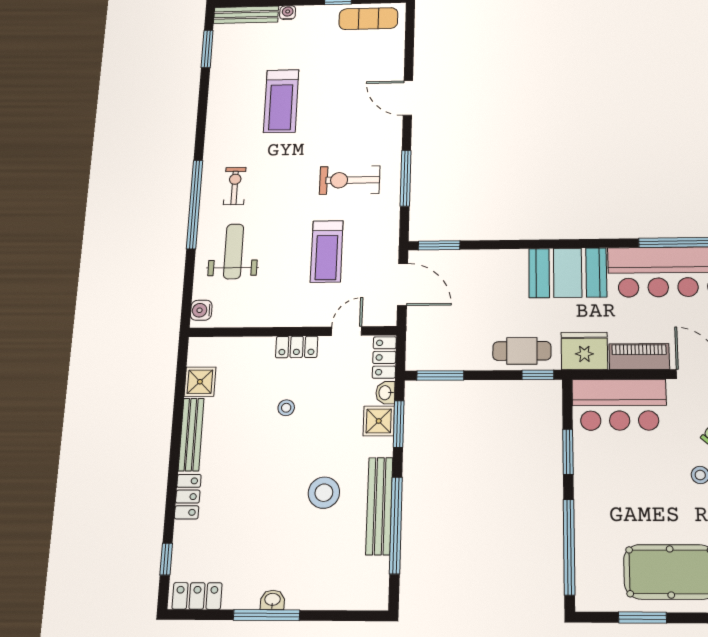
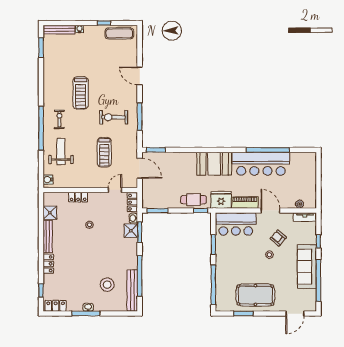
treadmill: (281, 101) -> (81, 93), moved
locker: (297, 347) -> (78, 197), moved
stool: (324, 493) -> (107, 285), moved
bench: (379, 506) -> (132, 291), moved

